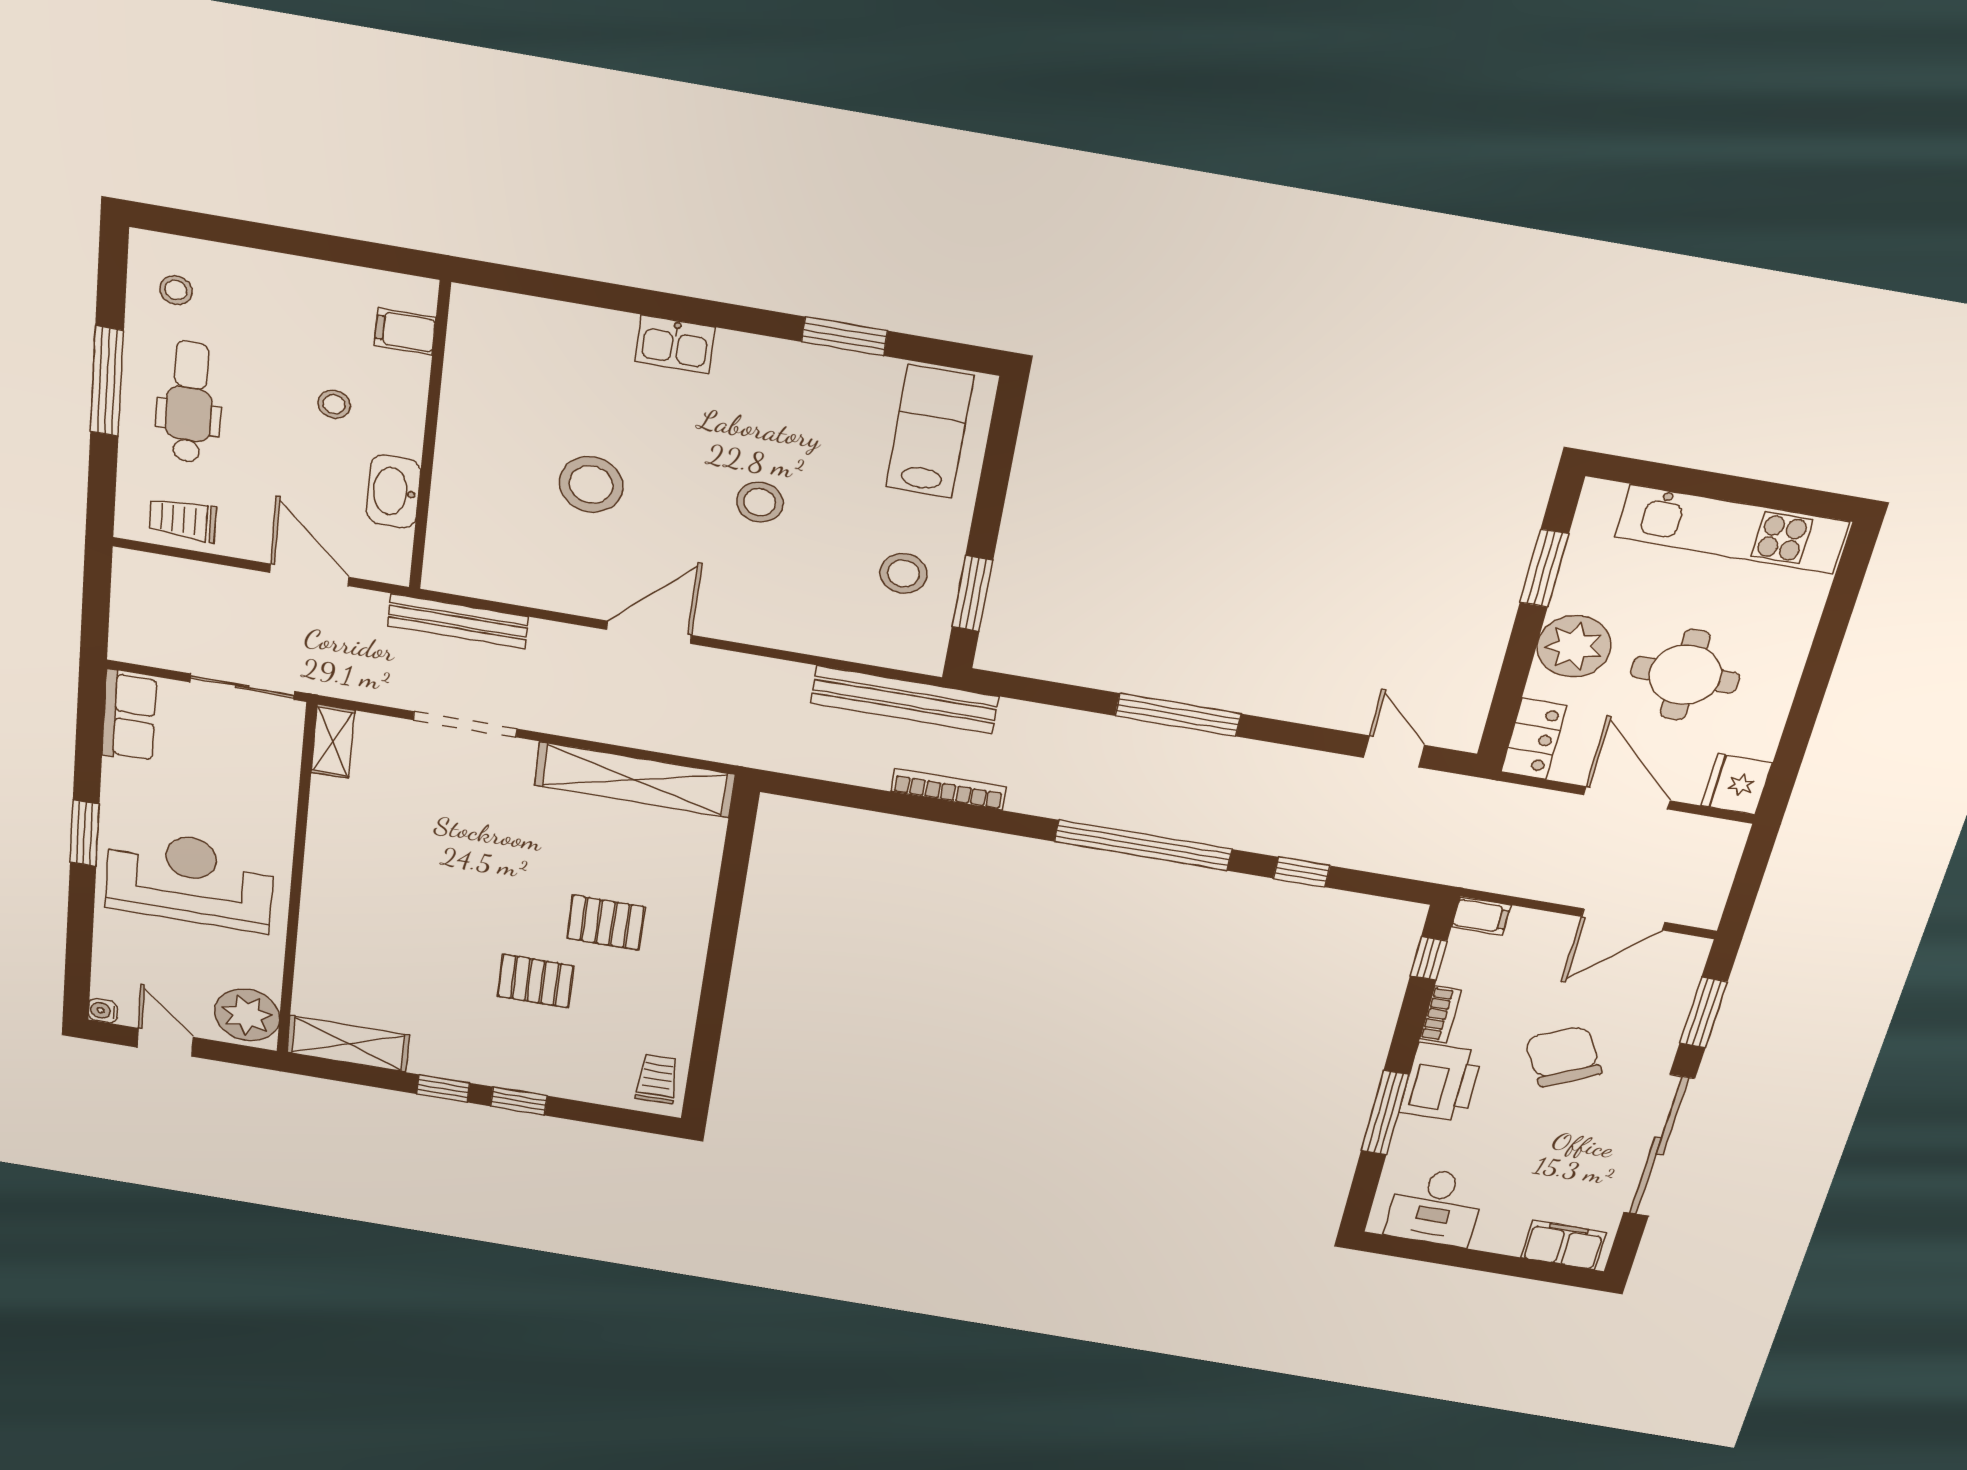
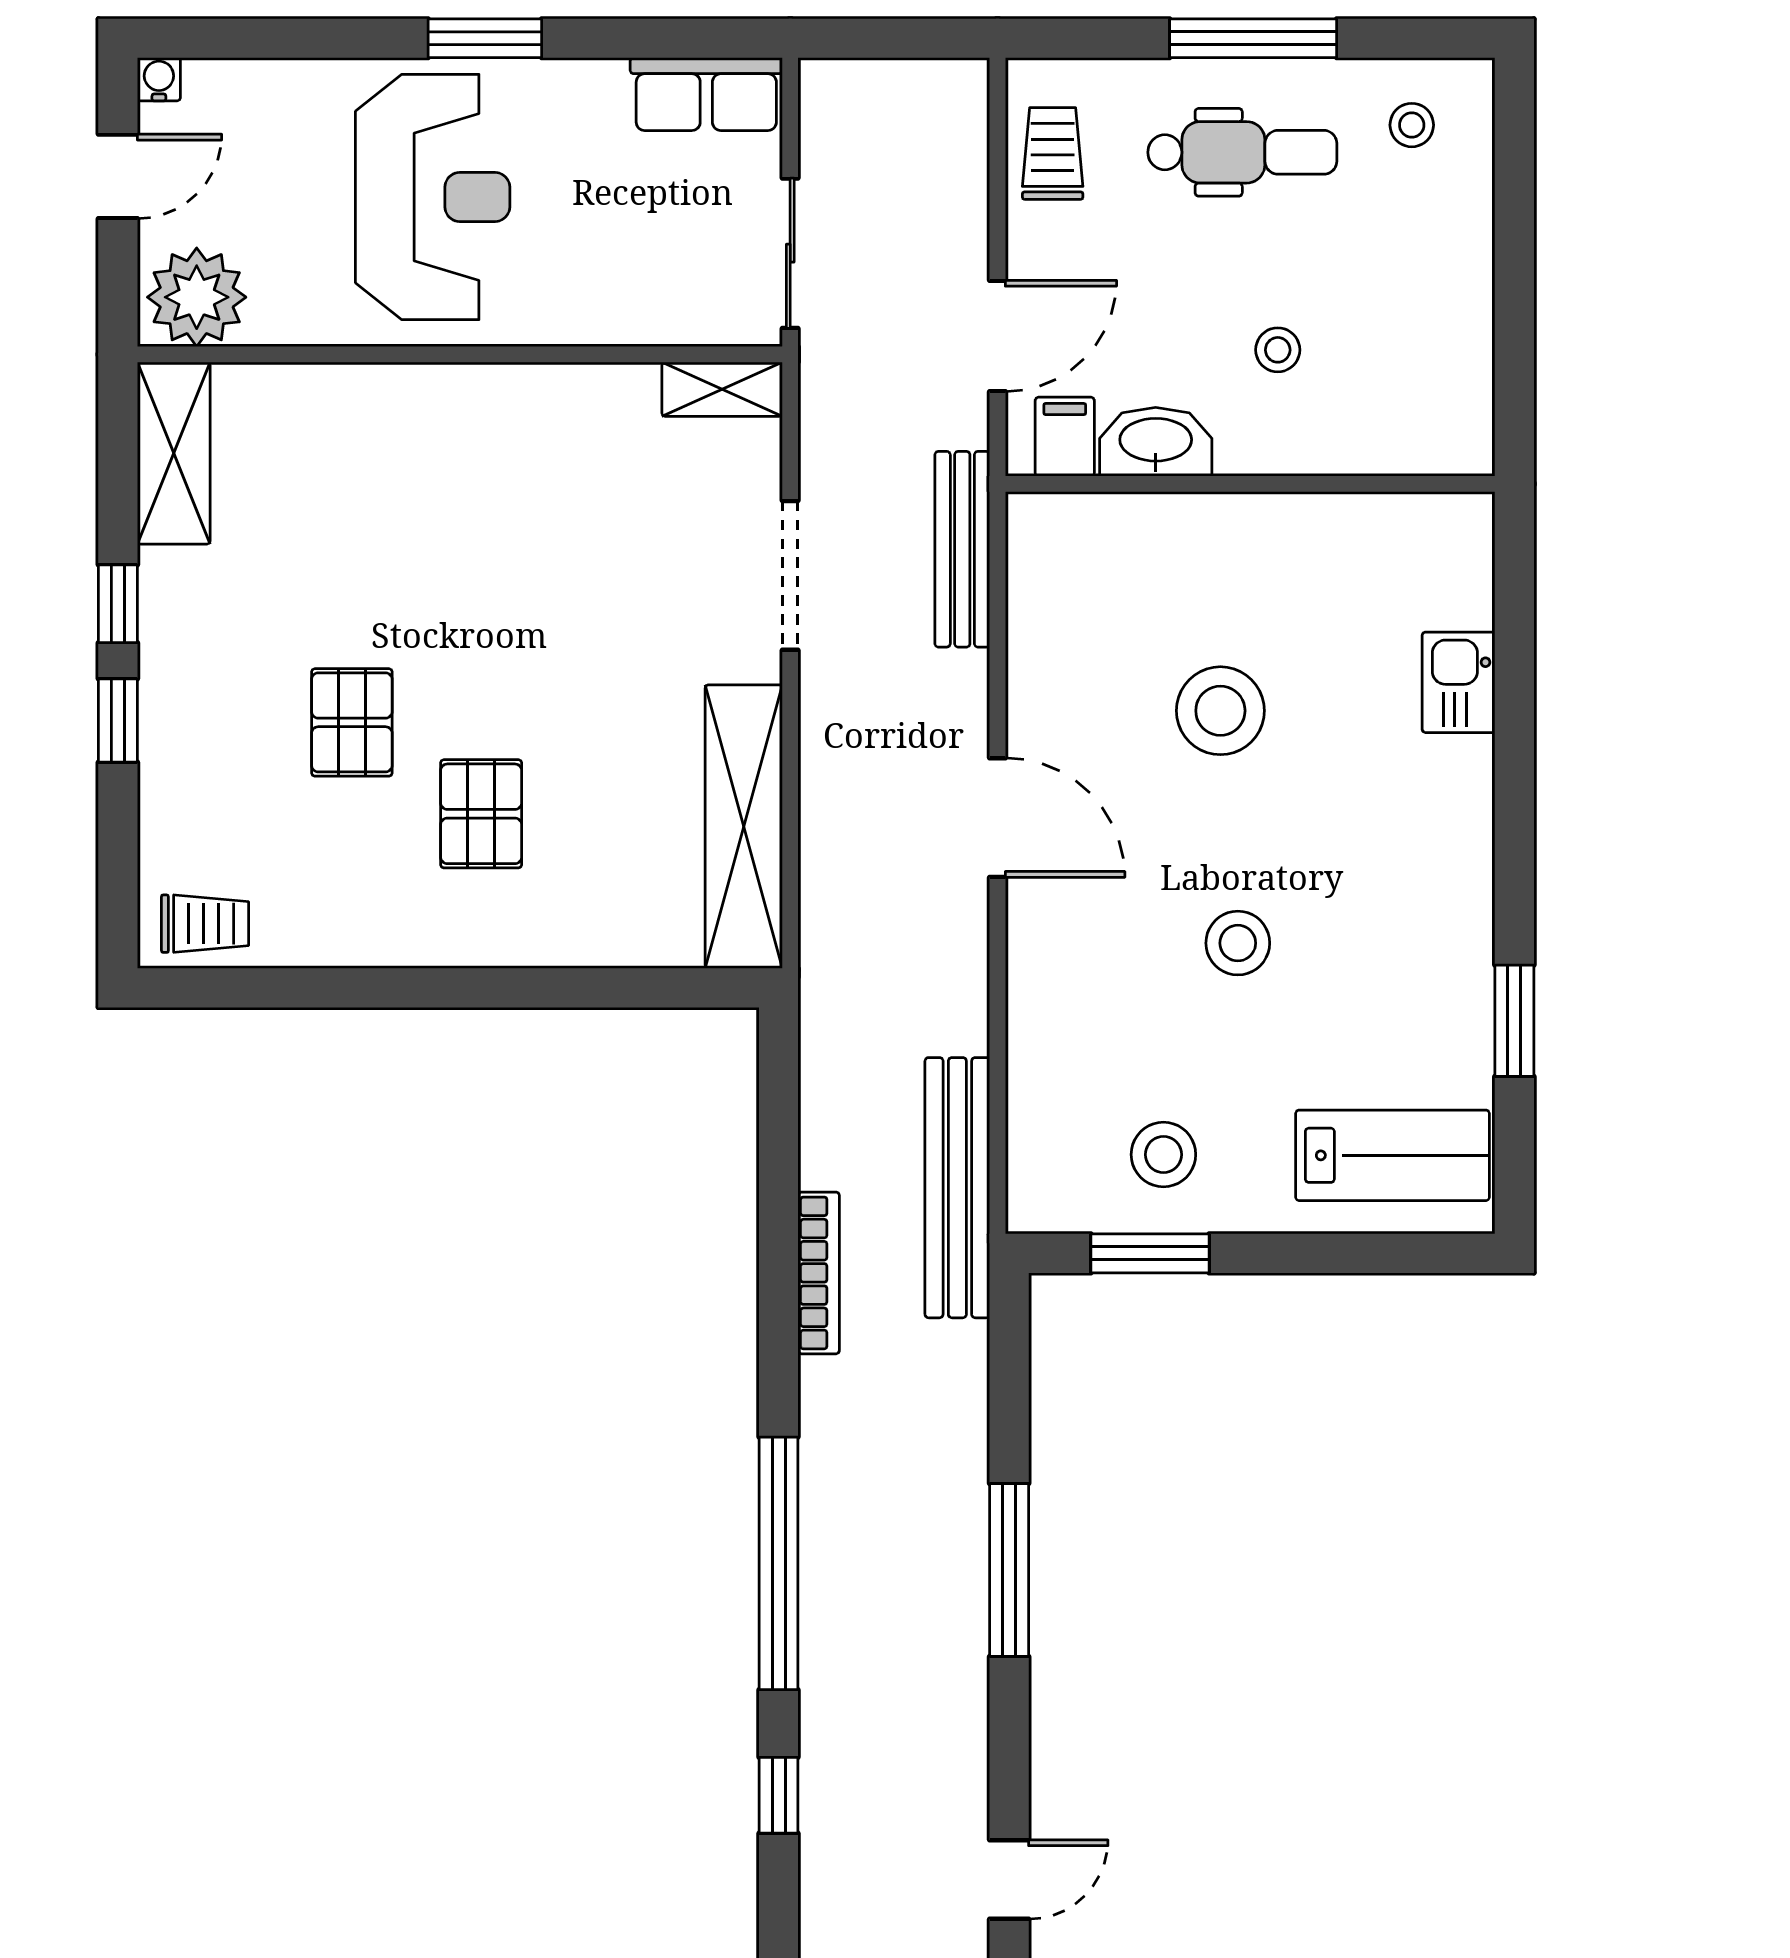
filing cabinet: (405, 332) -> (1065, 437), moved
kitchen sink: (675, 345) -> (1459, 682), moved

